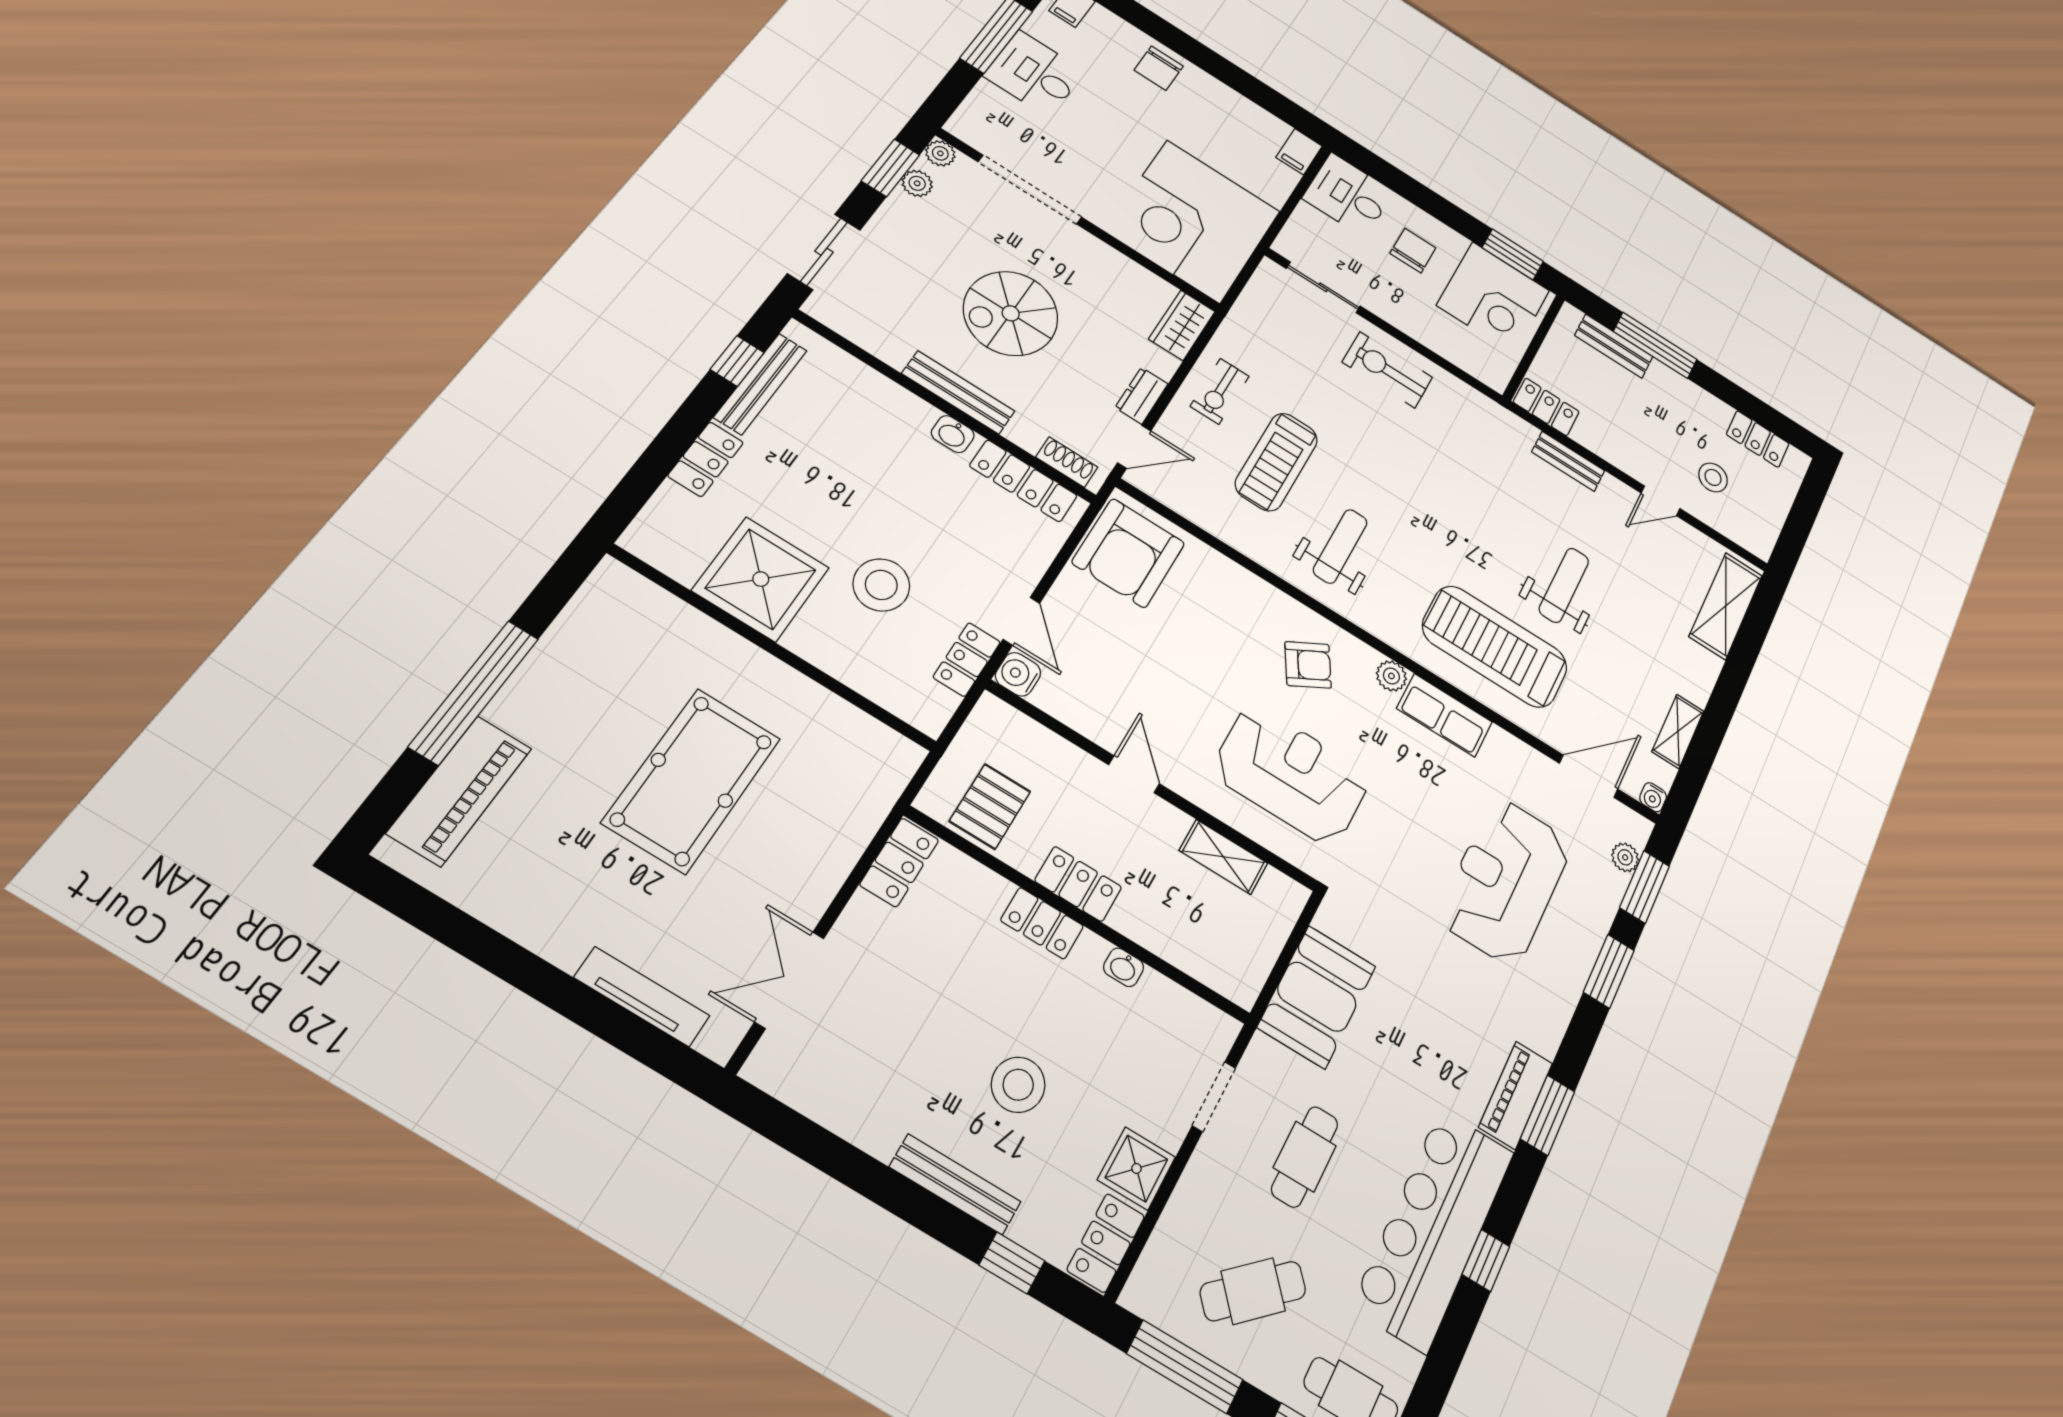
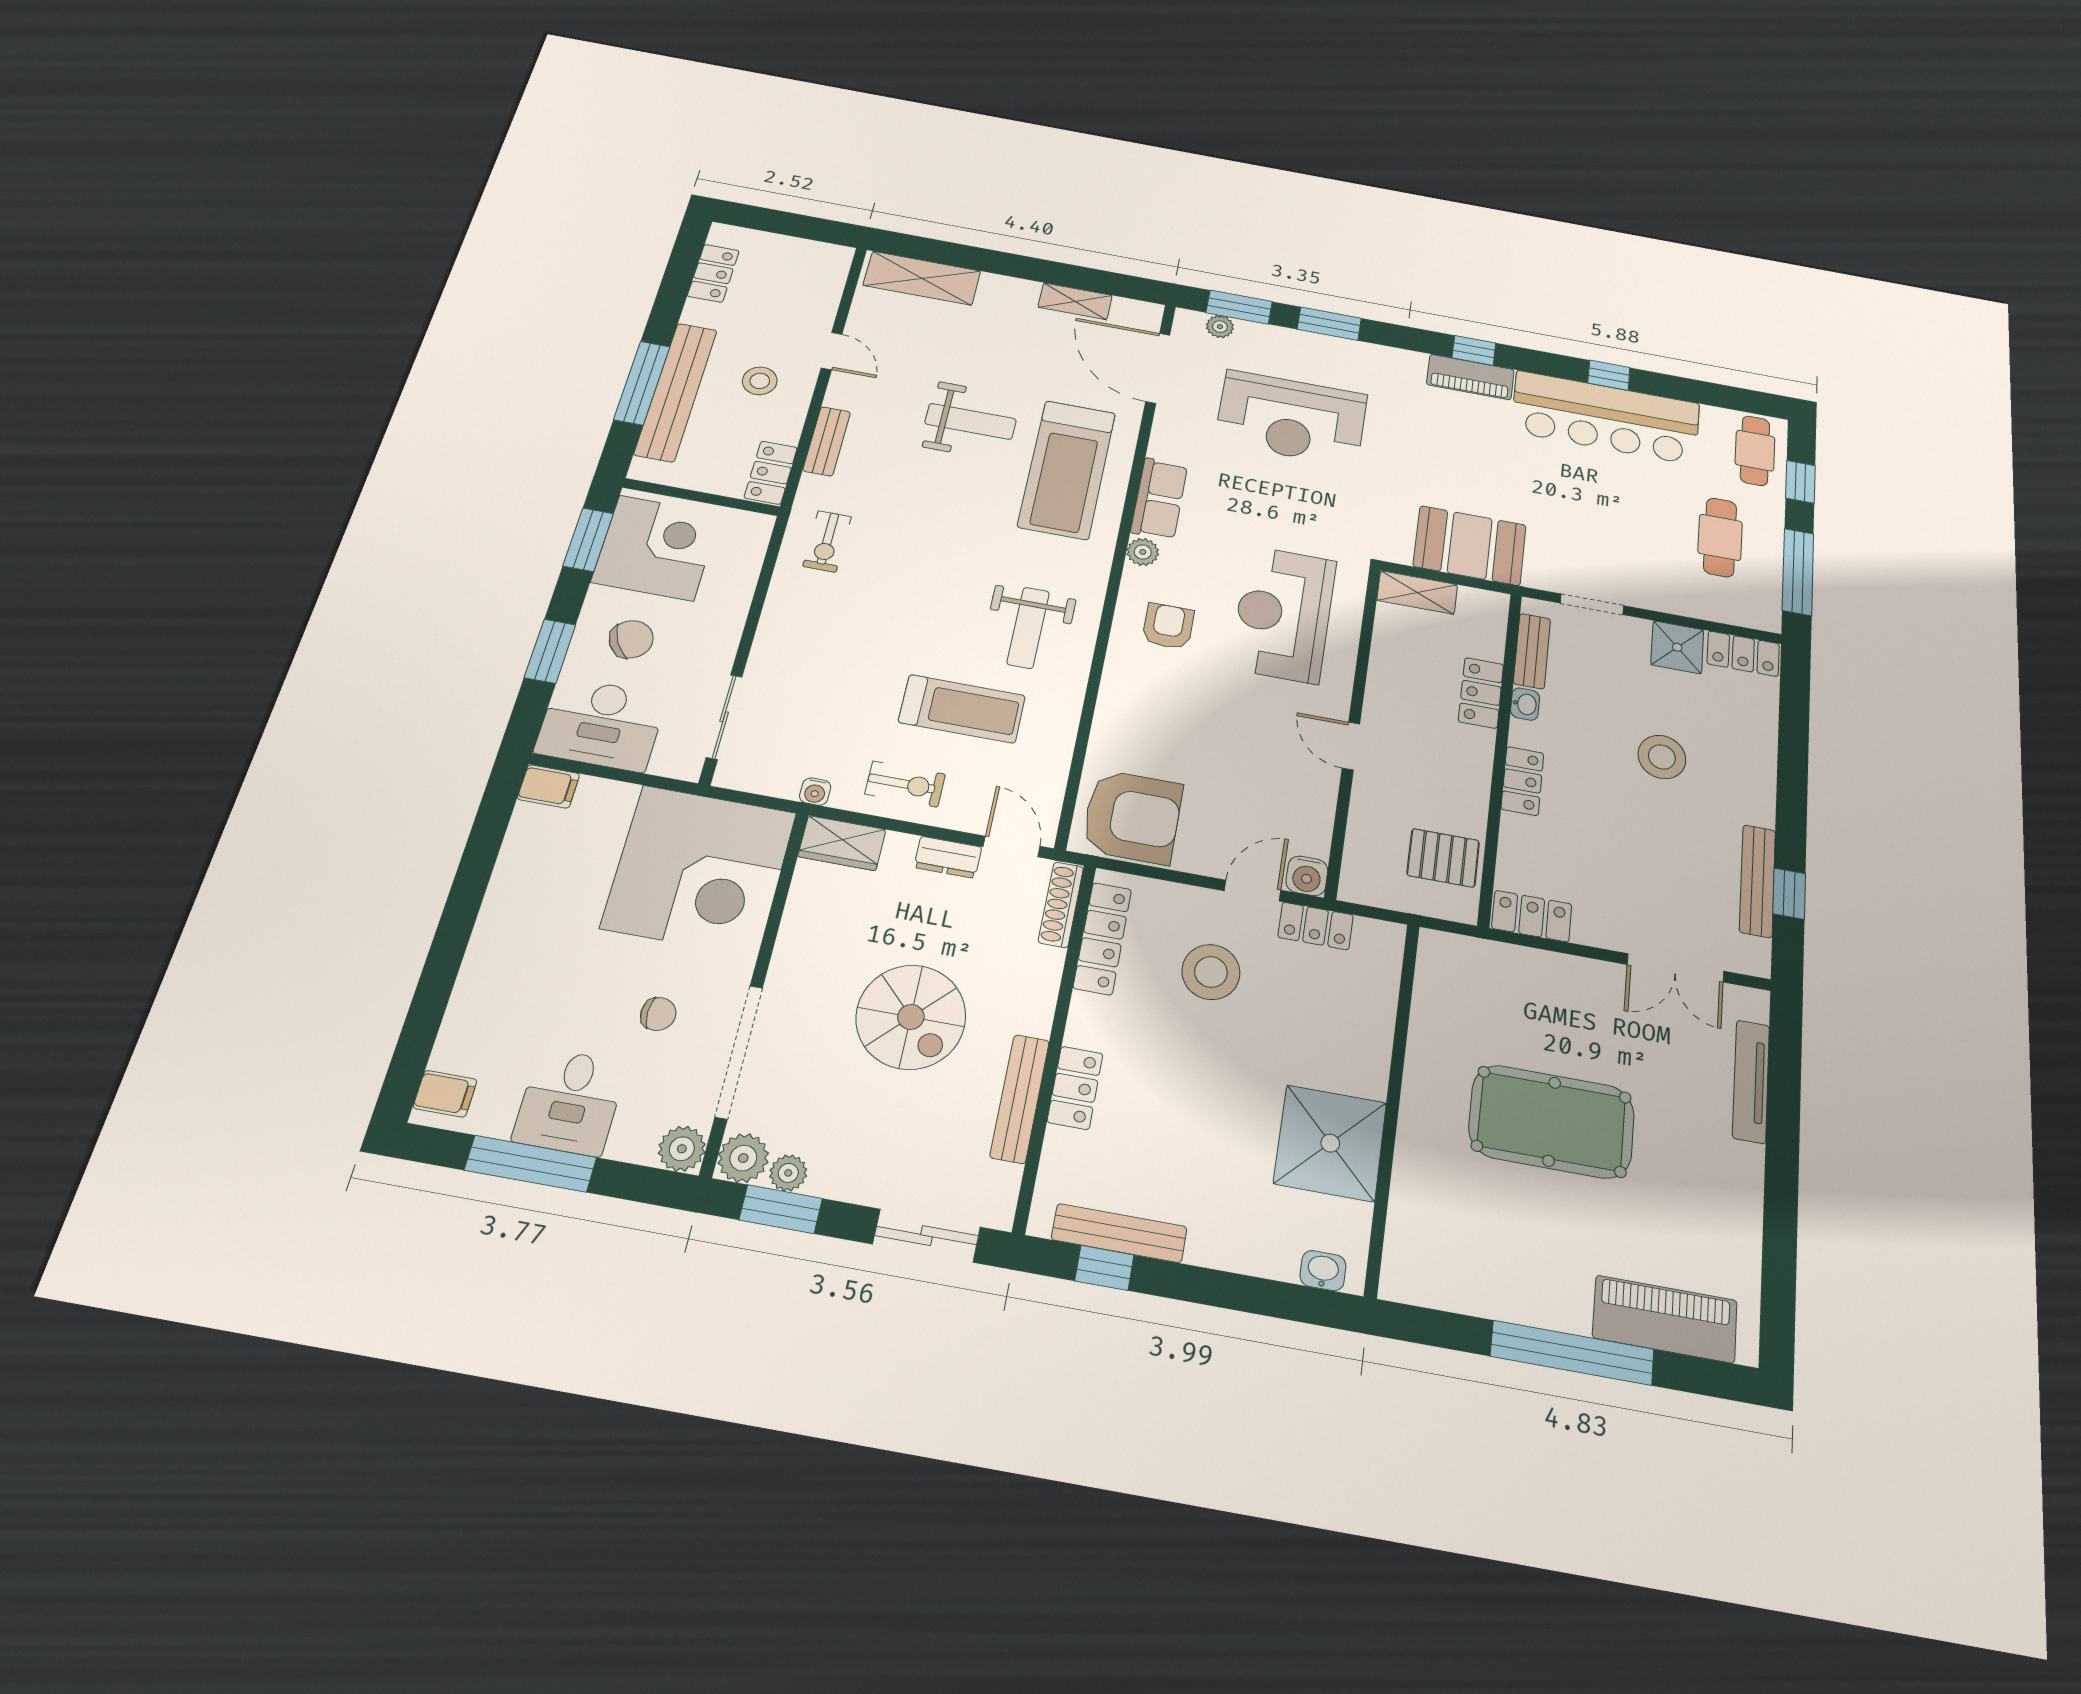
chair: (1159, 68) -> (658, 1014), moved, width x0.73, depth x0.73
plant: (967, 126) -> (682, 1149), added
plant: (940, 153) -> (743, 1158), width x1.38, depth x1.38
window: (1418, 194) -> (550, 651), added
desk: (1348, 195) -> (601, 724), width x1.37
chair: (1413, 251) -> (631, 639), turned 151
bench: (1614, 346) -> (676, 392), width x1.86, depth x1.21
exercise bike: (1387, 370) -> (827, 541), moved, width x0.73, depth x0.72
bench: (958, 392) -> (1020, 1099), moved
washbasin: (953, 434) -> (1323, 1271), moved, turned -90
locker: (706, 459) -> (1075, 1088), moved, turned 90
shoe rack: (1067, 462) -> (1061, 905), width x1.43
stool: (1713, 477) -> (760, 381), moved
weight bench: (1340, 546) -> (1028, 628), turned -90
stool: (881, 585) -> (1211, 972), moved
weight bench: (1564, 585) -> (971, 421), turned 180
armchair: (1308, 665) -> (1168, 626), turned 30
door: (1134, 774) -> (1351, 746), hinge flipped
door: (1589, 776) -> (1158, 368), width x1.36
water cooler: (1653, 797) -> (815, 792), moved, turned 90
shelving: (1223, 857) -> (1417, 592), moved, turned 90
locker: (1078, 884) -> (1481, 693), moved
bench: (1180, 1004) -> (1532, 651), added
window: (1548, 1115) -> (1474, 350), width x0.67
cafe table: (1305, 1157) -> (1602, 524), removed
bench: (955, 1184) -> (1757, 881), moved
window: (1012, 1263) -> (1789, 894), moved
cafe table: (1253, 1291) -> (1720, 537), turned 42

